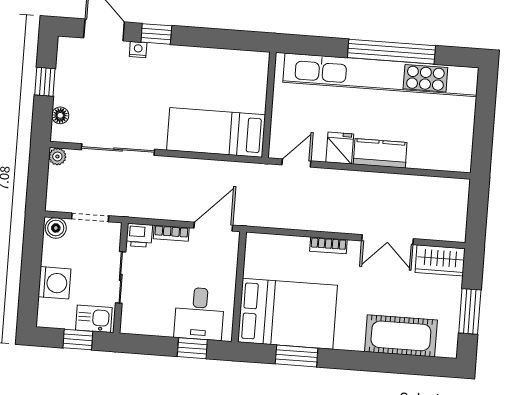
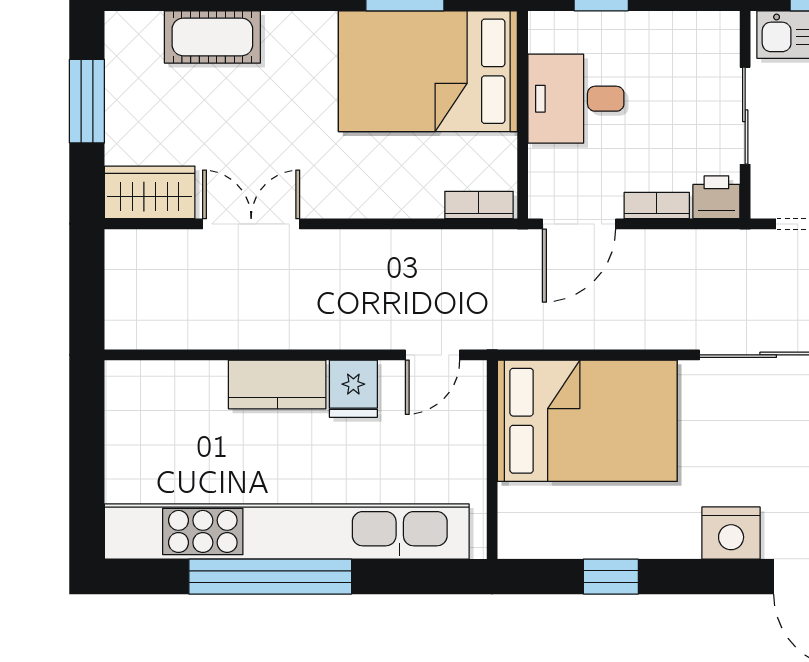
window: (156, 34) -> (611, 577), moved
nightstand: (138, 50) -> (731, 533), width x1.89, depth x1.79
bed: (216, 132) -> (587, 421), width x1.50
bookcase: (328, 245) -> (479, 205), moved
desk: (199, 314) -> (576, 99), moved, turned -90
cot: (401, 336) -> (212, 37), width x0.73, depth x0.75

